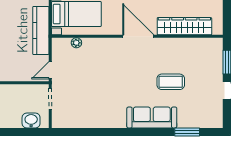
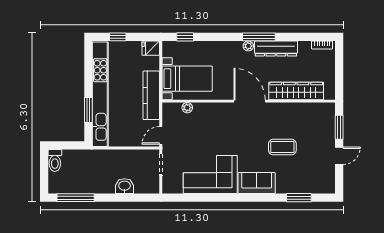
corner sofa: (99, 109) -> (210, 174), added
sofa: (152, 117) -> (257, 183), width x0.73
washbasin: (31, 121) -> (124, 186), moved

